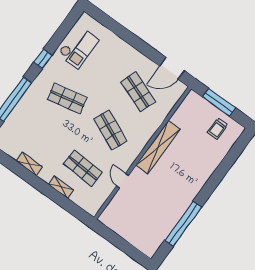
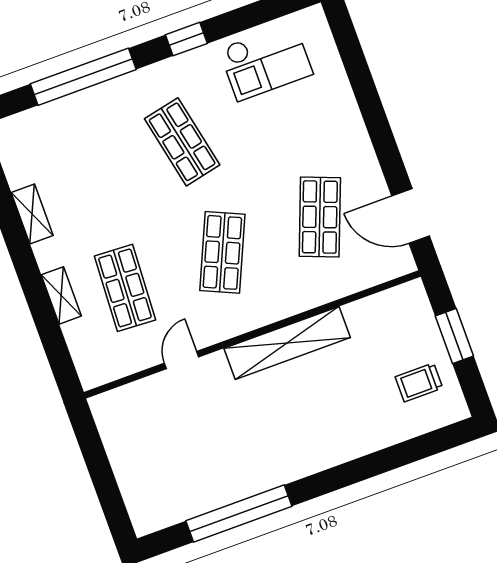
window: (219, 102) -> (454, 336), width x0.69

